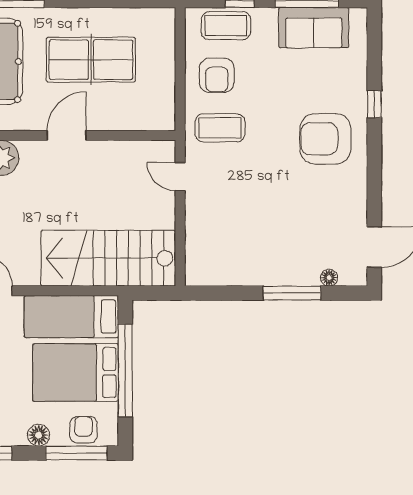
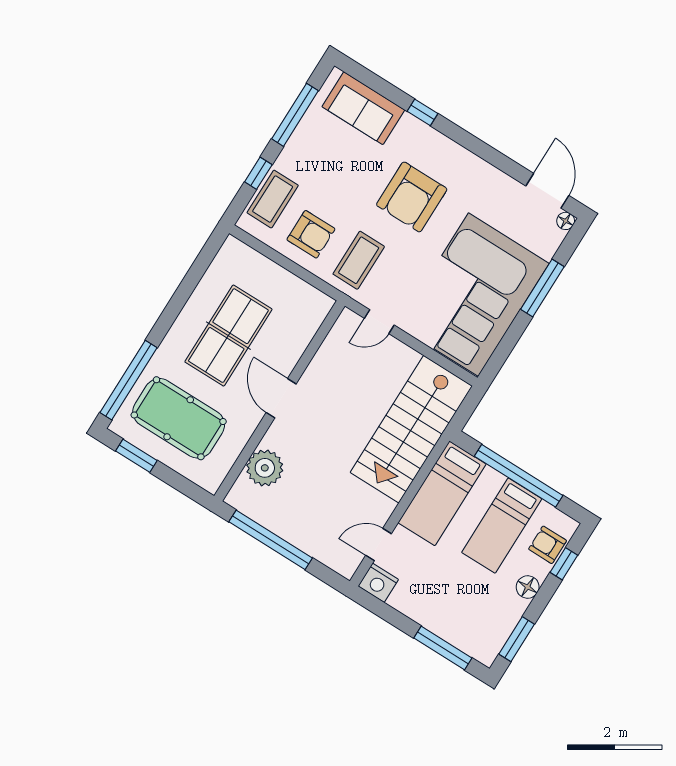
sofa: (314, 28) -> (363, 108), moved, turned 90
armchair: (325, 139) -> (412, 197), moved
corner sofa: (251, 240) -> (474, 295), added
floor lamp: (329, 278) -> (566, 221), moved
bed: (76, 373) -> (502, 526), width x0.67
window: (76, 453) -> (564, 564), width x0.46

